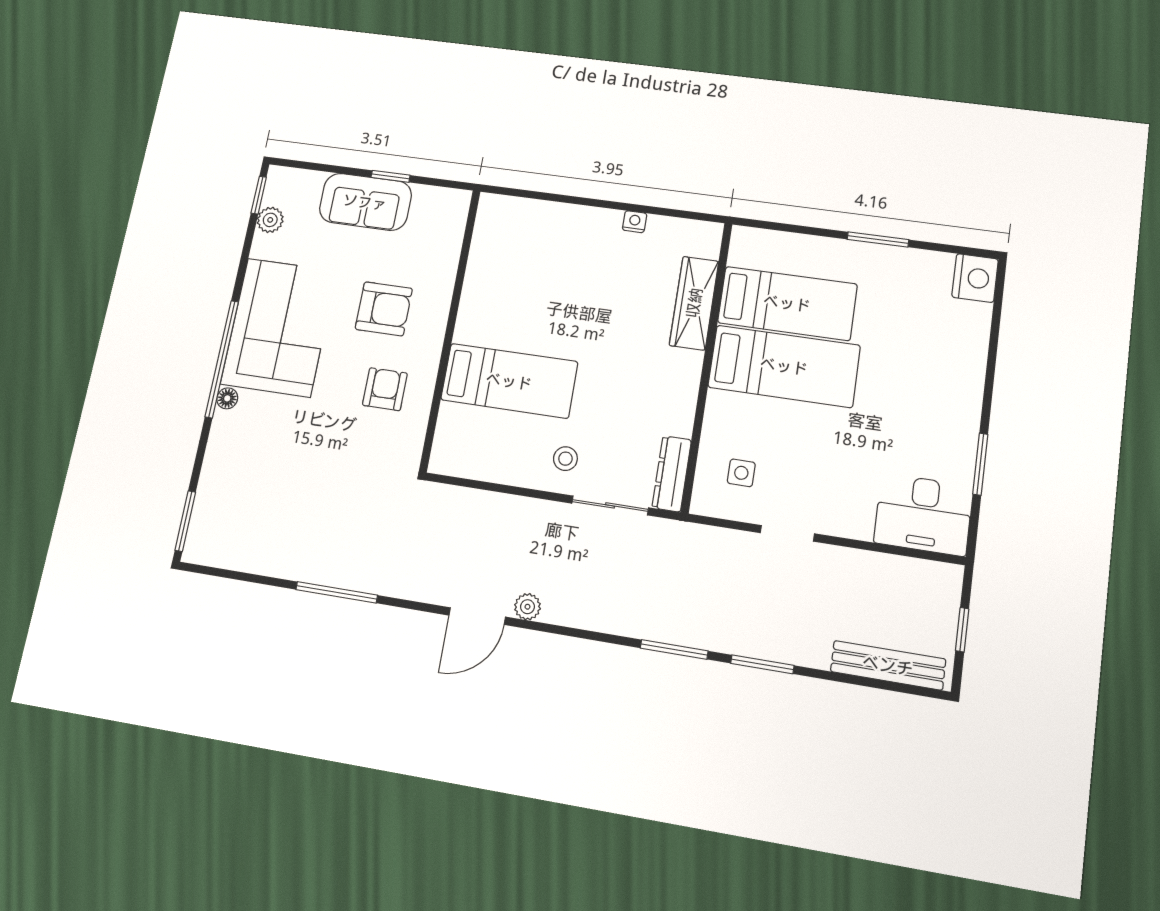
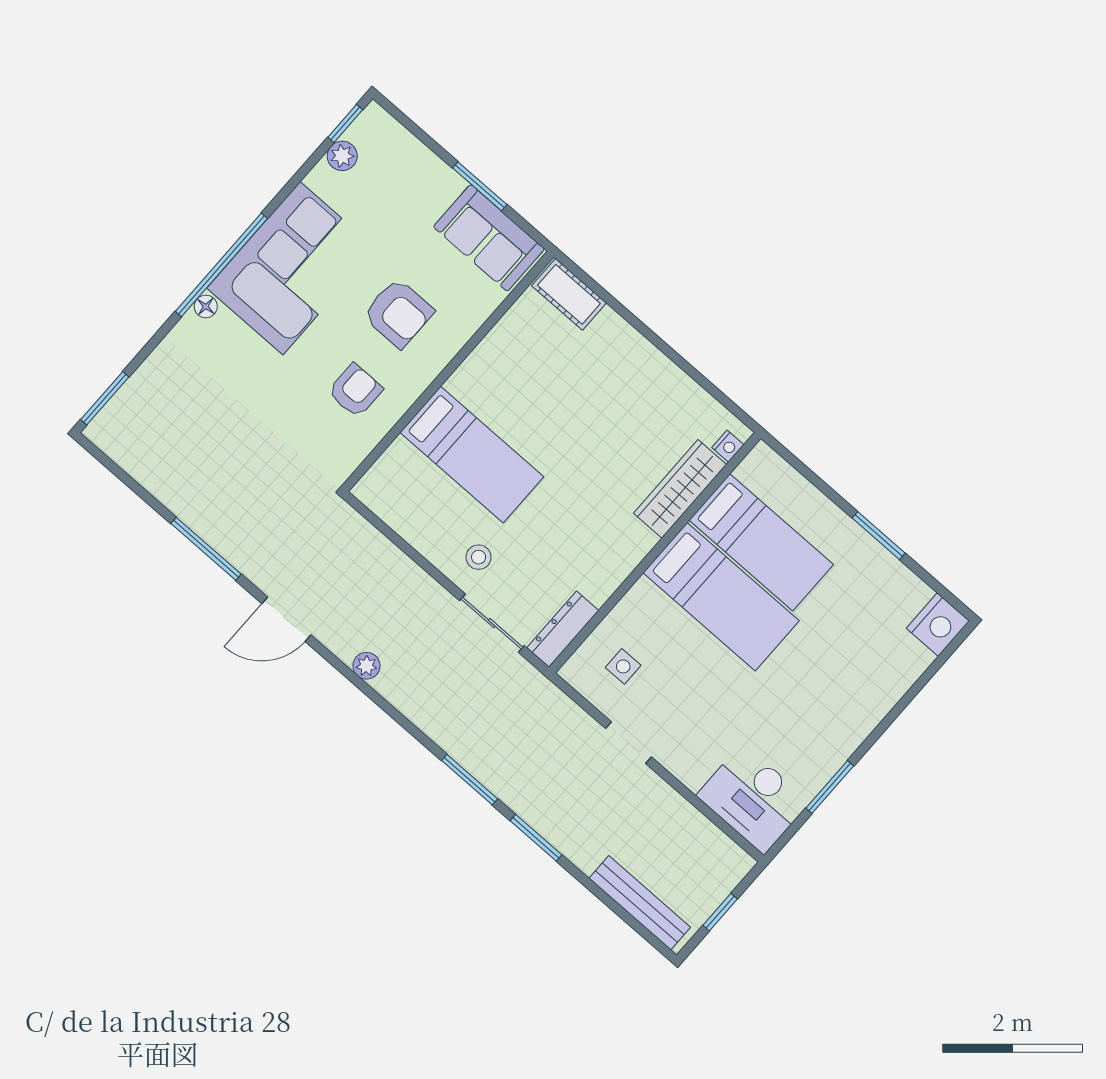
window: (391, 176) -> (480, 186), width x1.50
sofa: (365, 202) -> (489, 238), moved
cot: (510, 212) -> (569, 294), added
nightstand: (635, 222) -> (728, 446), moved, turned 90
door: (477, 616) -> (286, 619), moved

